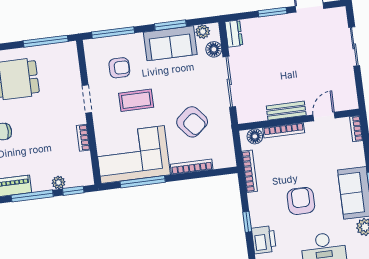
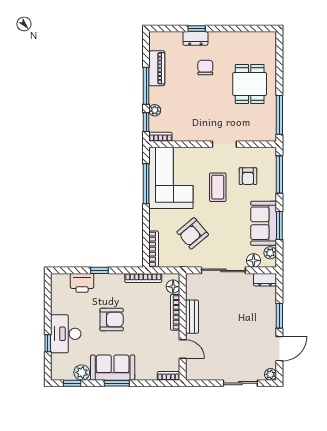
plant: (340, 14) -> (271, 374), added
bookcase: (83, 138) -> (160, 137), moved
bookcase: (192, 167) -> (154, 249), moved

